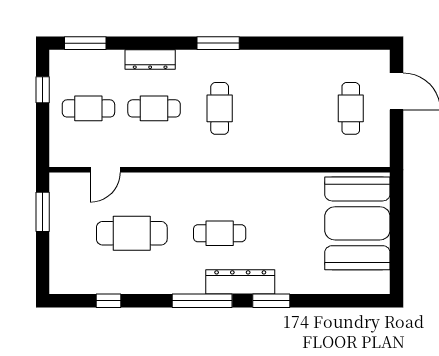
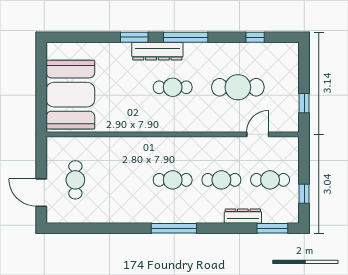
window: (218, 43) -> (174, 228), width x1.44
dresser: (150, 60) -> (243, 216), moved
cafe table: (220, 108) -> (173, 180), turned 90
window: (43, 212) -> (304, 103), width x0.67

